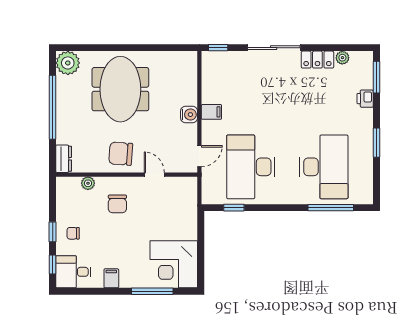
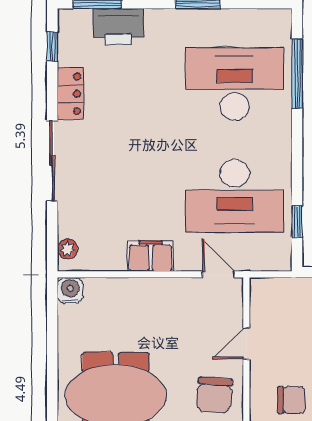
window: (218, 48) -> (52, 47), moved
plant: (342, 58) -> (67, 249), moved
printer: (365, 99) -> (118, 27), width x1.87, depth x1.48
filing cabinet: (211, 112) -> (151, 256), width x2.00
water cooler: (189, 115) -> (70, 290), moved

